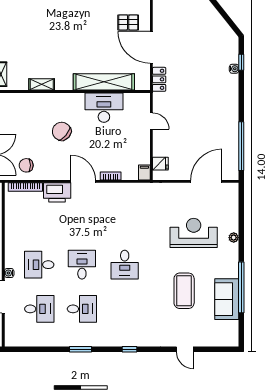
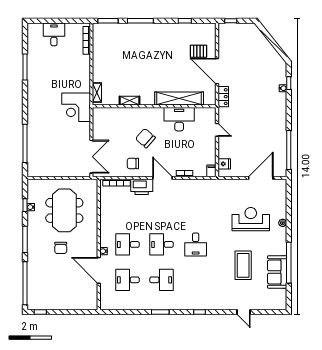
chair: (26, 165) -> (133, 164), moved
desk: (82, 265) -> (162, 244), turned -90
desk: (39, 309) -> (127, 280), turned 180

